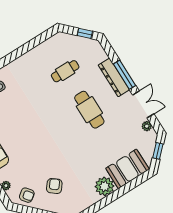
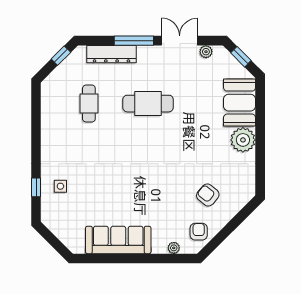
dresser: (114, 77) -> (111, 54), moved
armchair: (27, 195) -> (199, 232), turned -53

